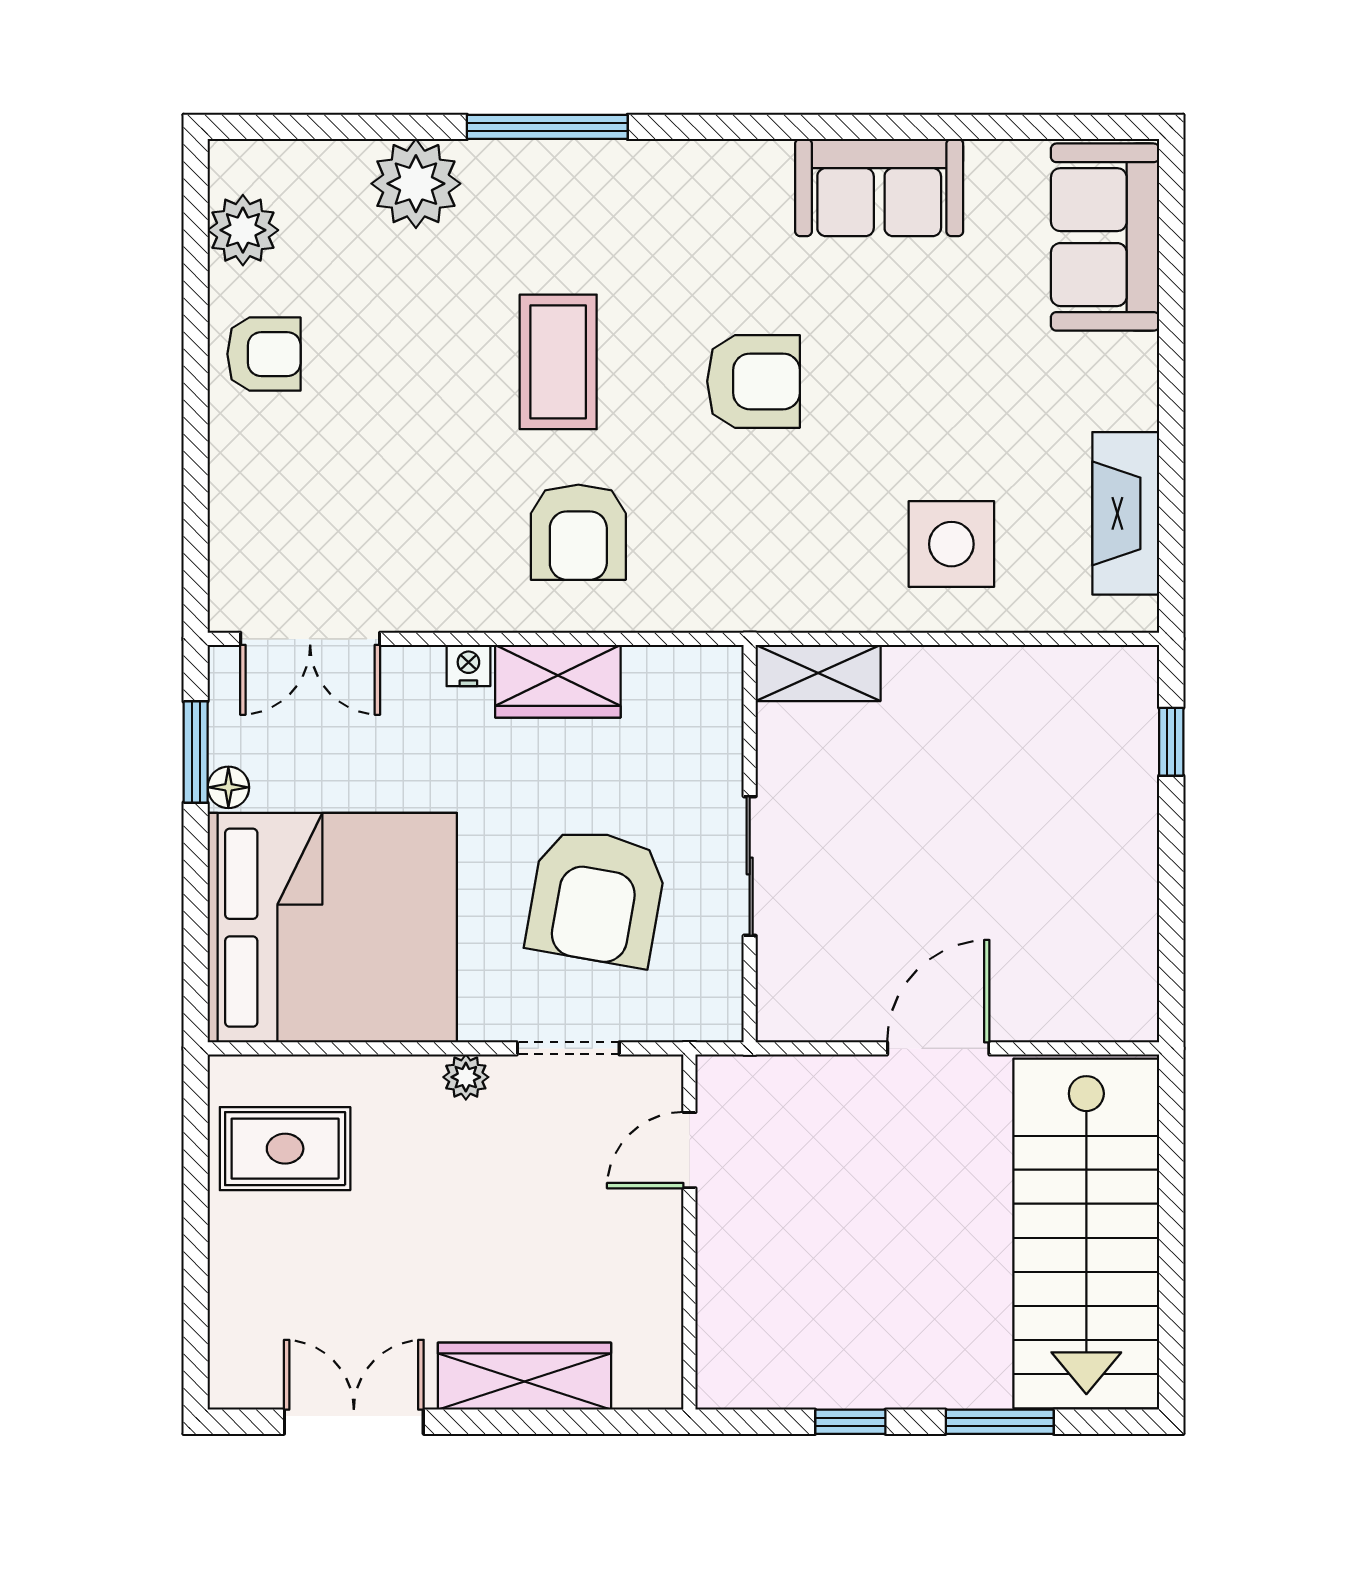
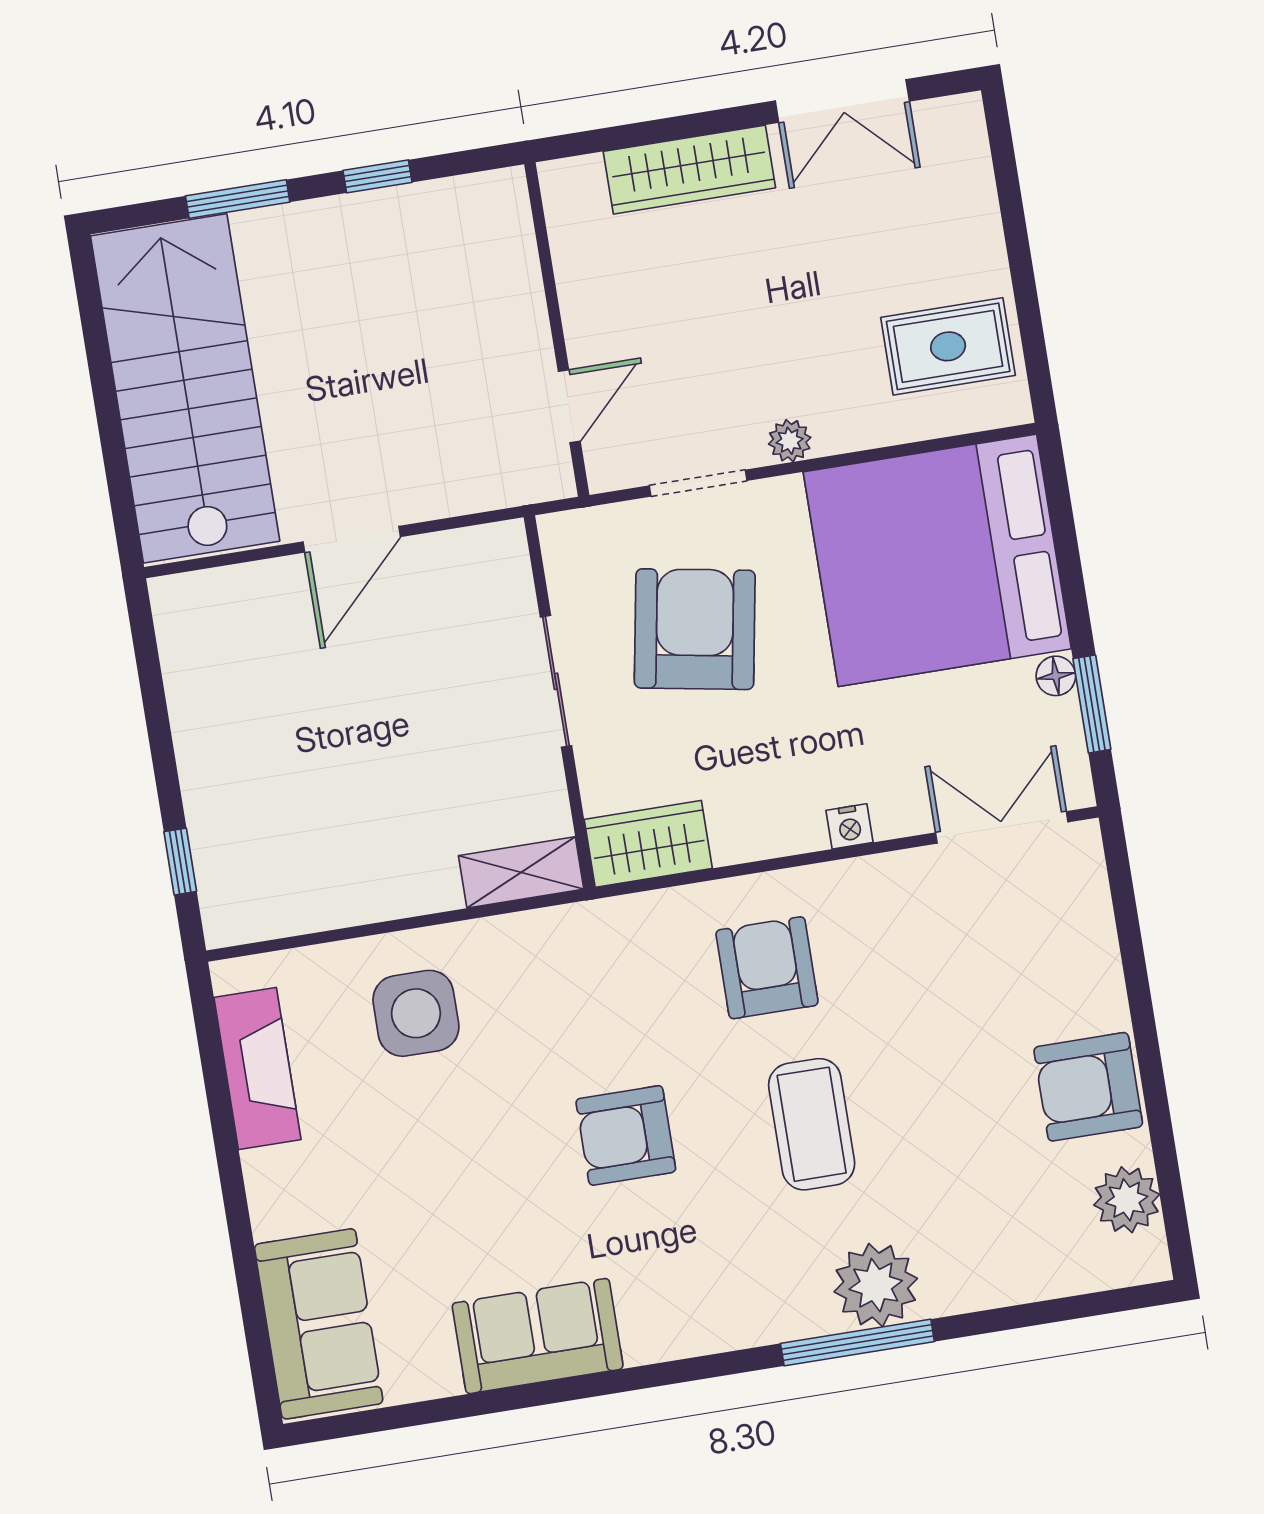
plant: (416, 184) -> (876, 1285), moved
armchair: (264, 354) -> (1088, 1087), width x1.38, depth x1.38
wardrobe: (558, 681) -> (648, 844), moved

